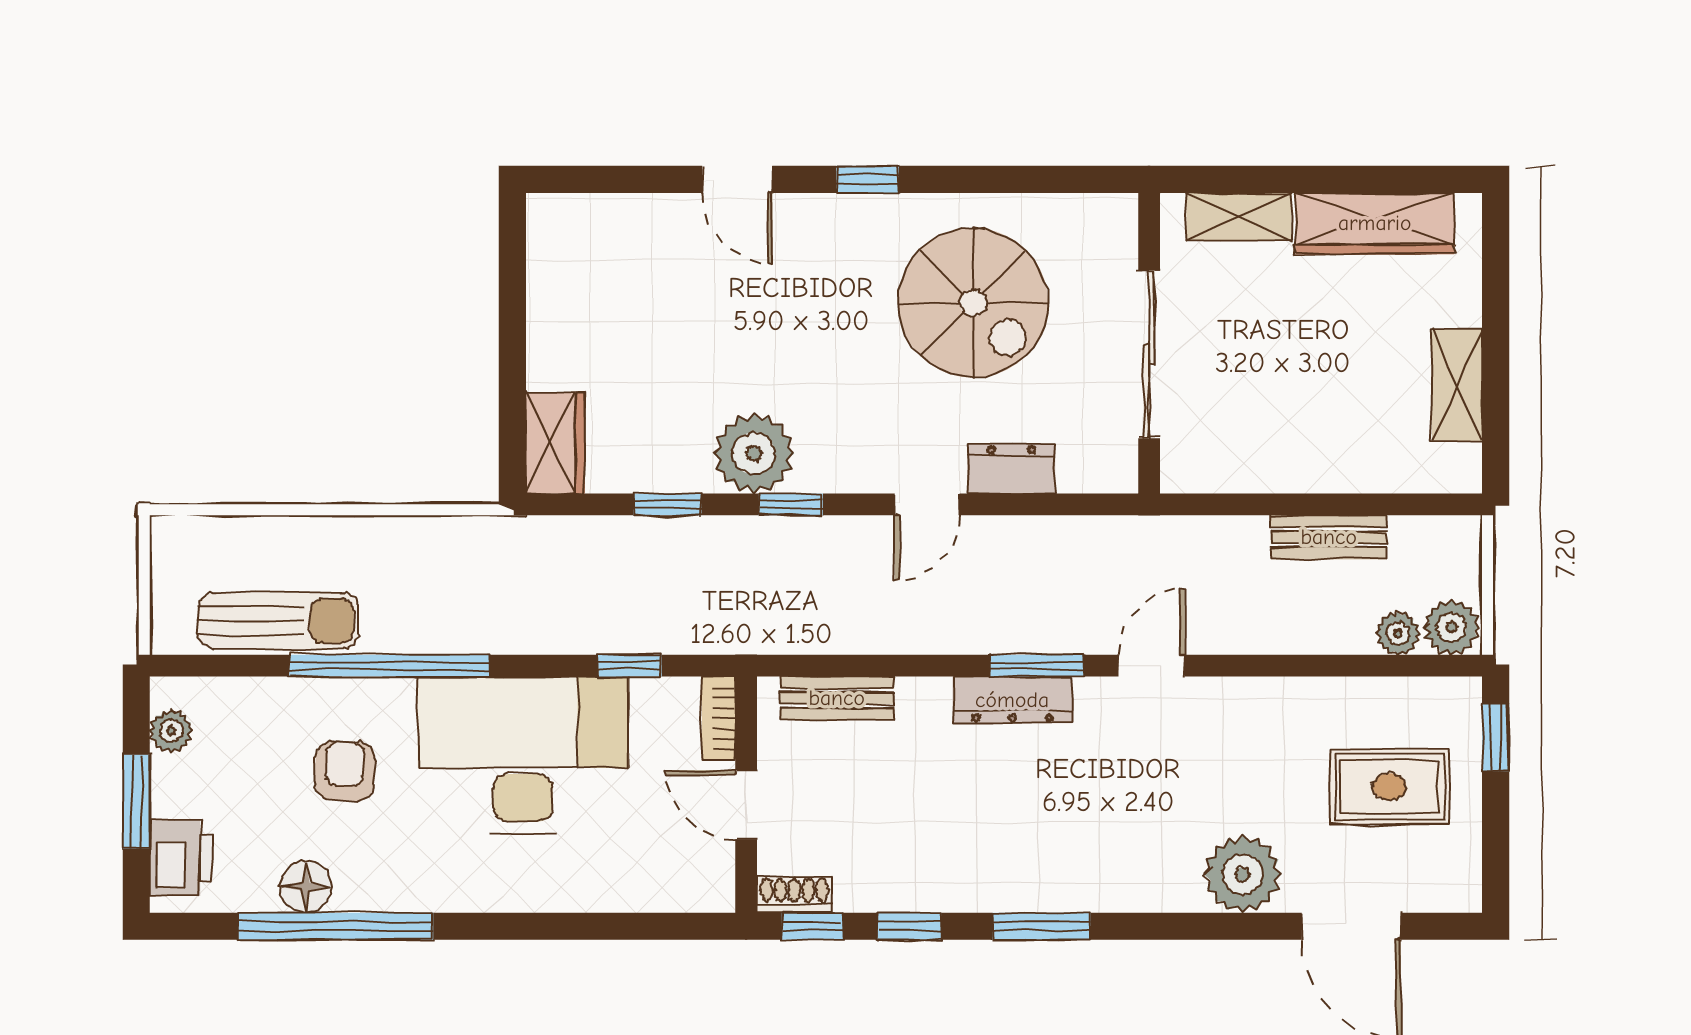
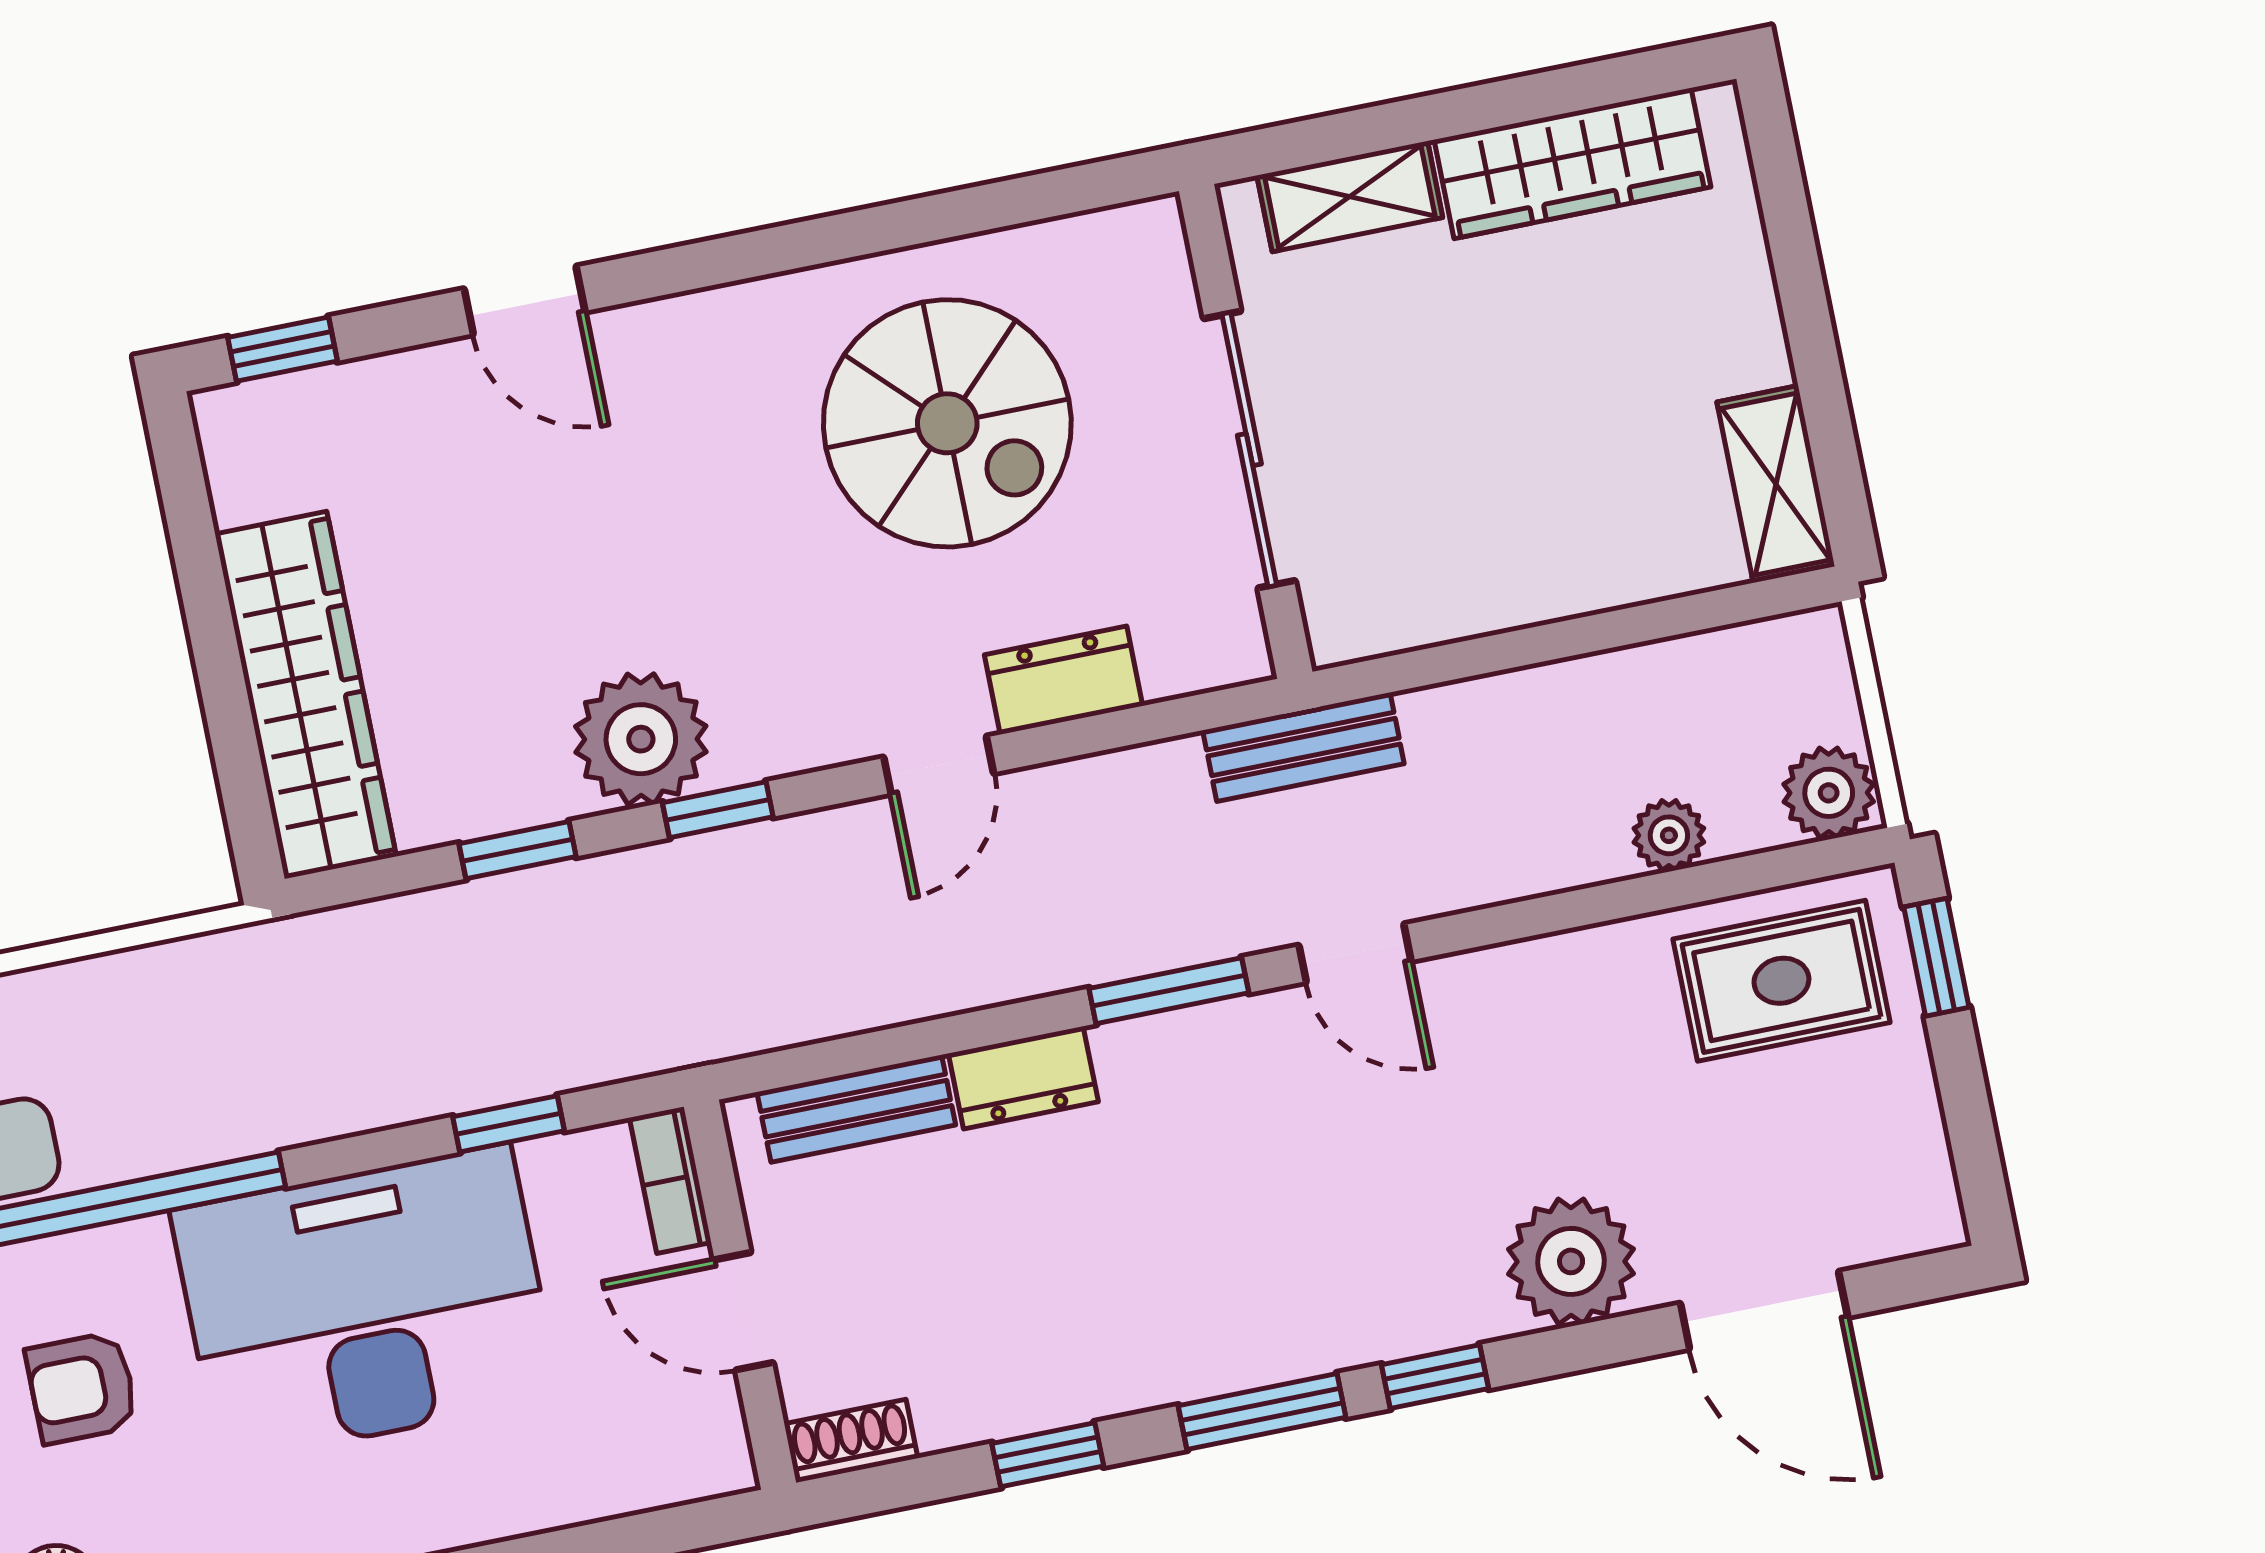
window: (867, 179) -> (282, 349), moved
shelving: (1457, 385) -> (1776, 484), moved
wardrobe: (555, 443) -> (306, 695), width x2.10, depth x1.17
bench: (1329, 537) -> (1303, 747), moved
plant: (1398, 633) -> (1669, 835), moved
door: (1152, 666) -> (1355, 953), swing flipped
dresser: (1012, 700) -> (1023, 1078), moved, width x0.70
armchair: (345, 771) -> (82, 1388), turned -92
rug: (1390, 787) -> (1781, 981), moved
window: (812, 926) -> (1435, 1377), moved

